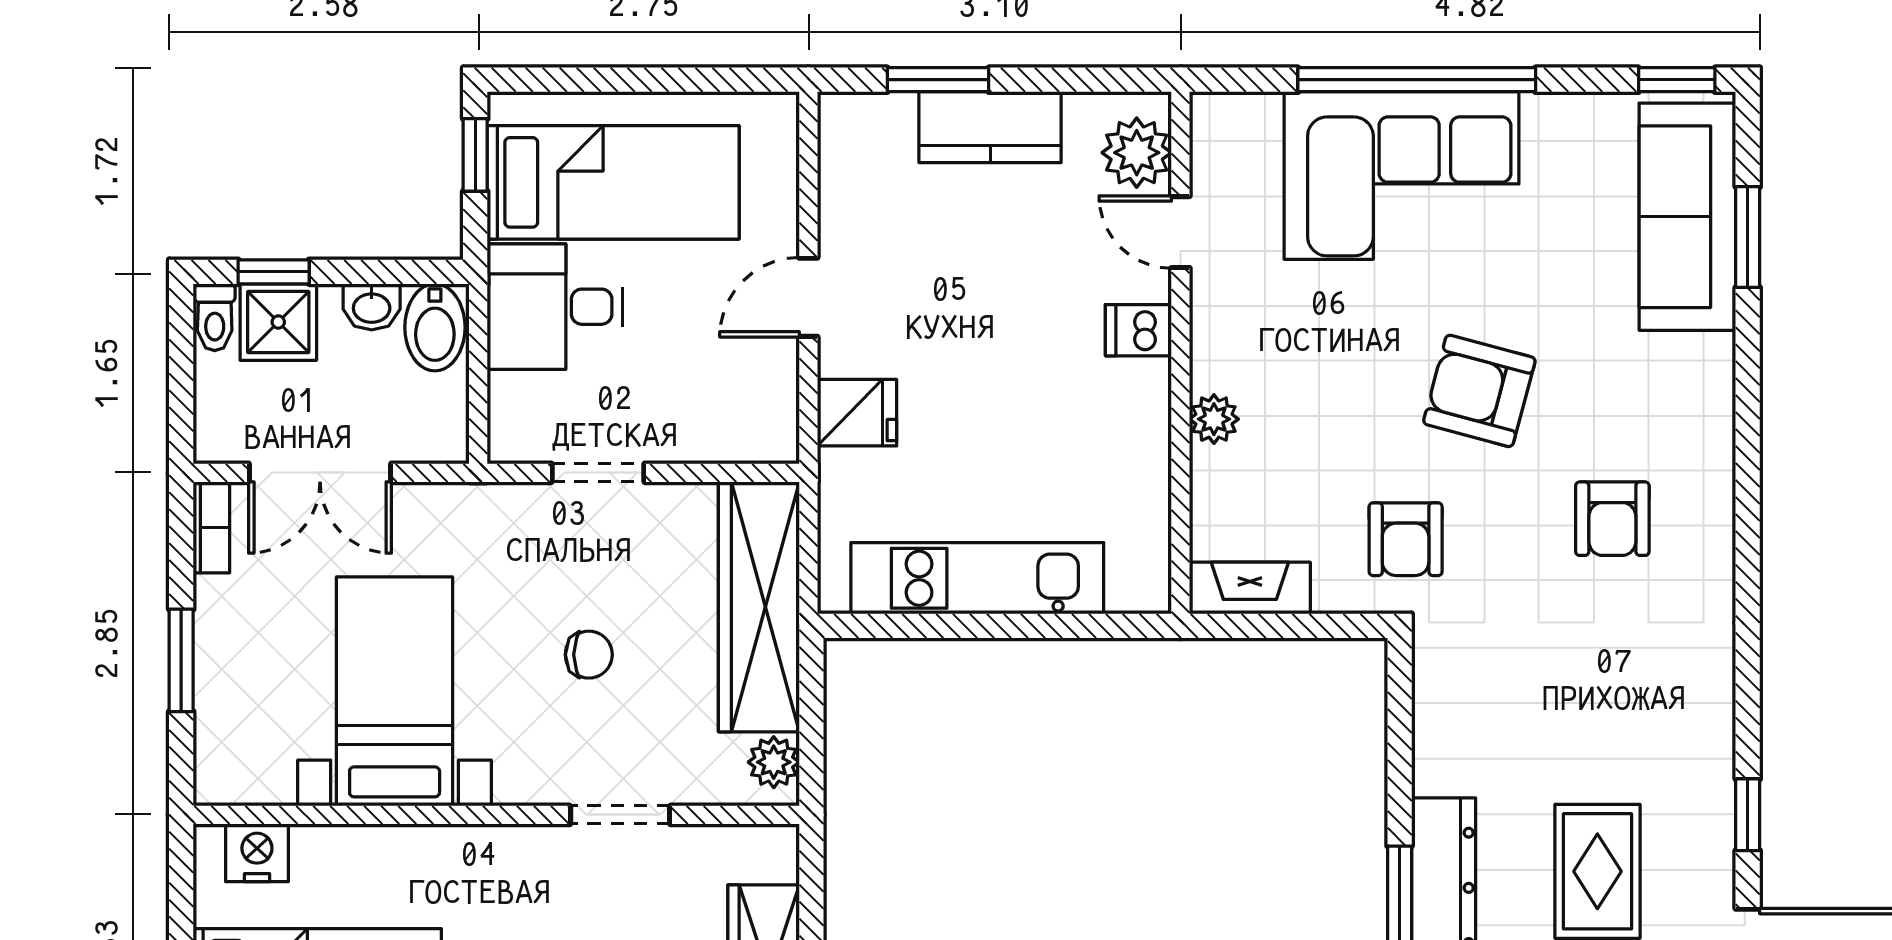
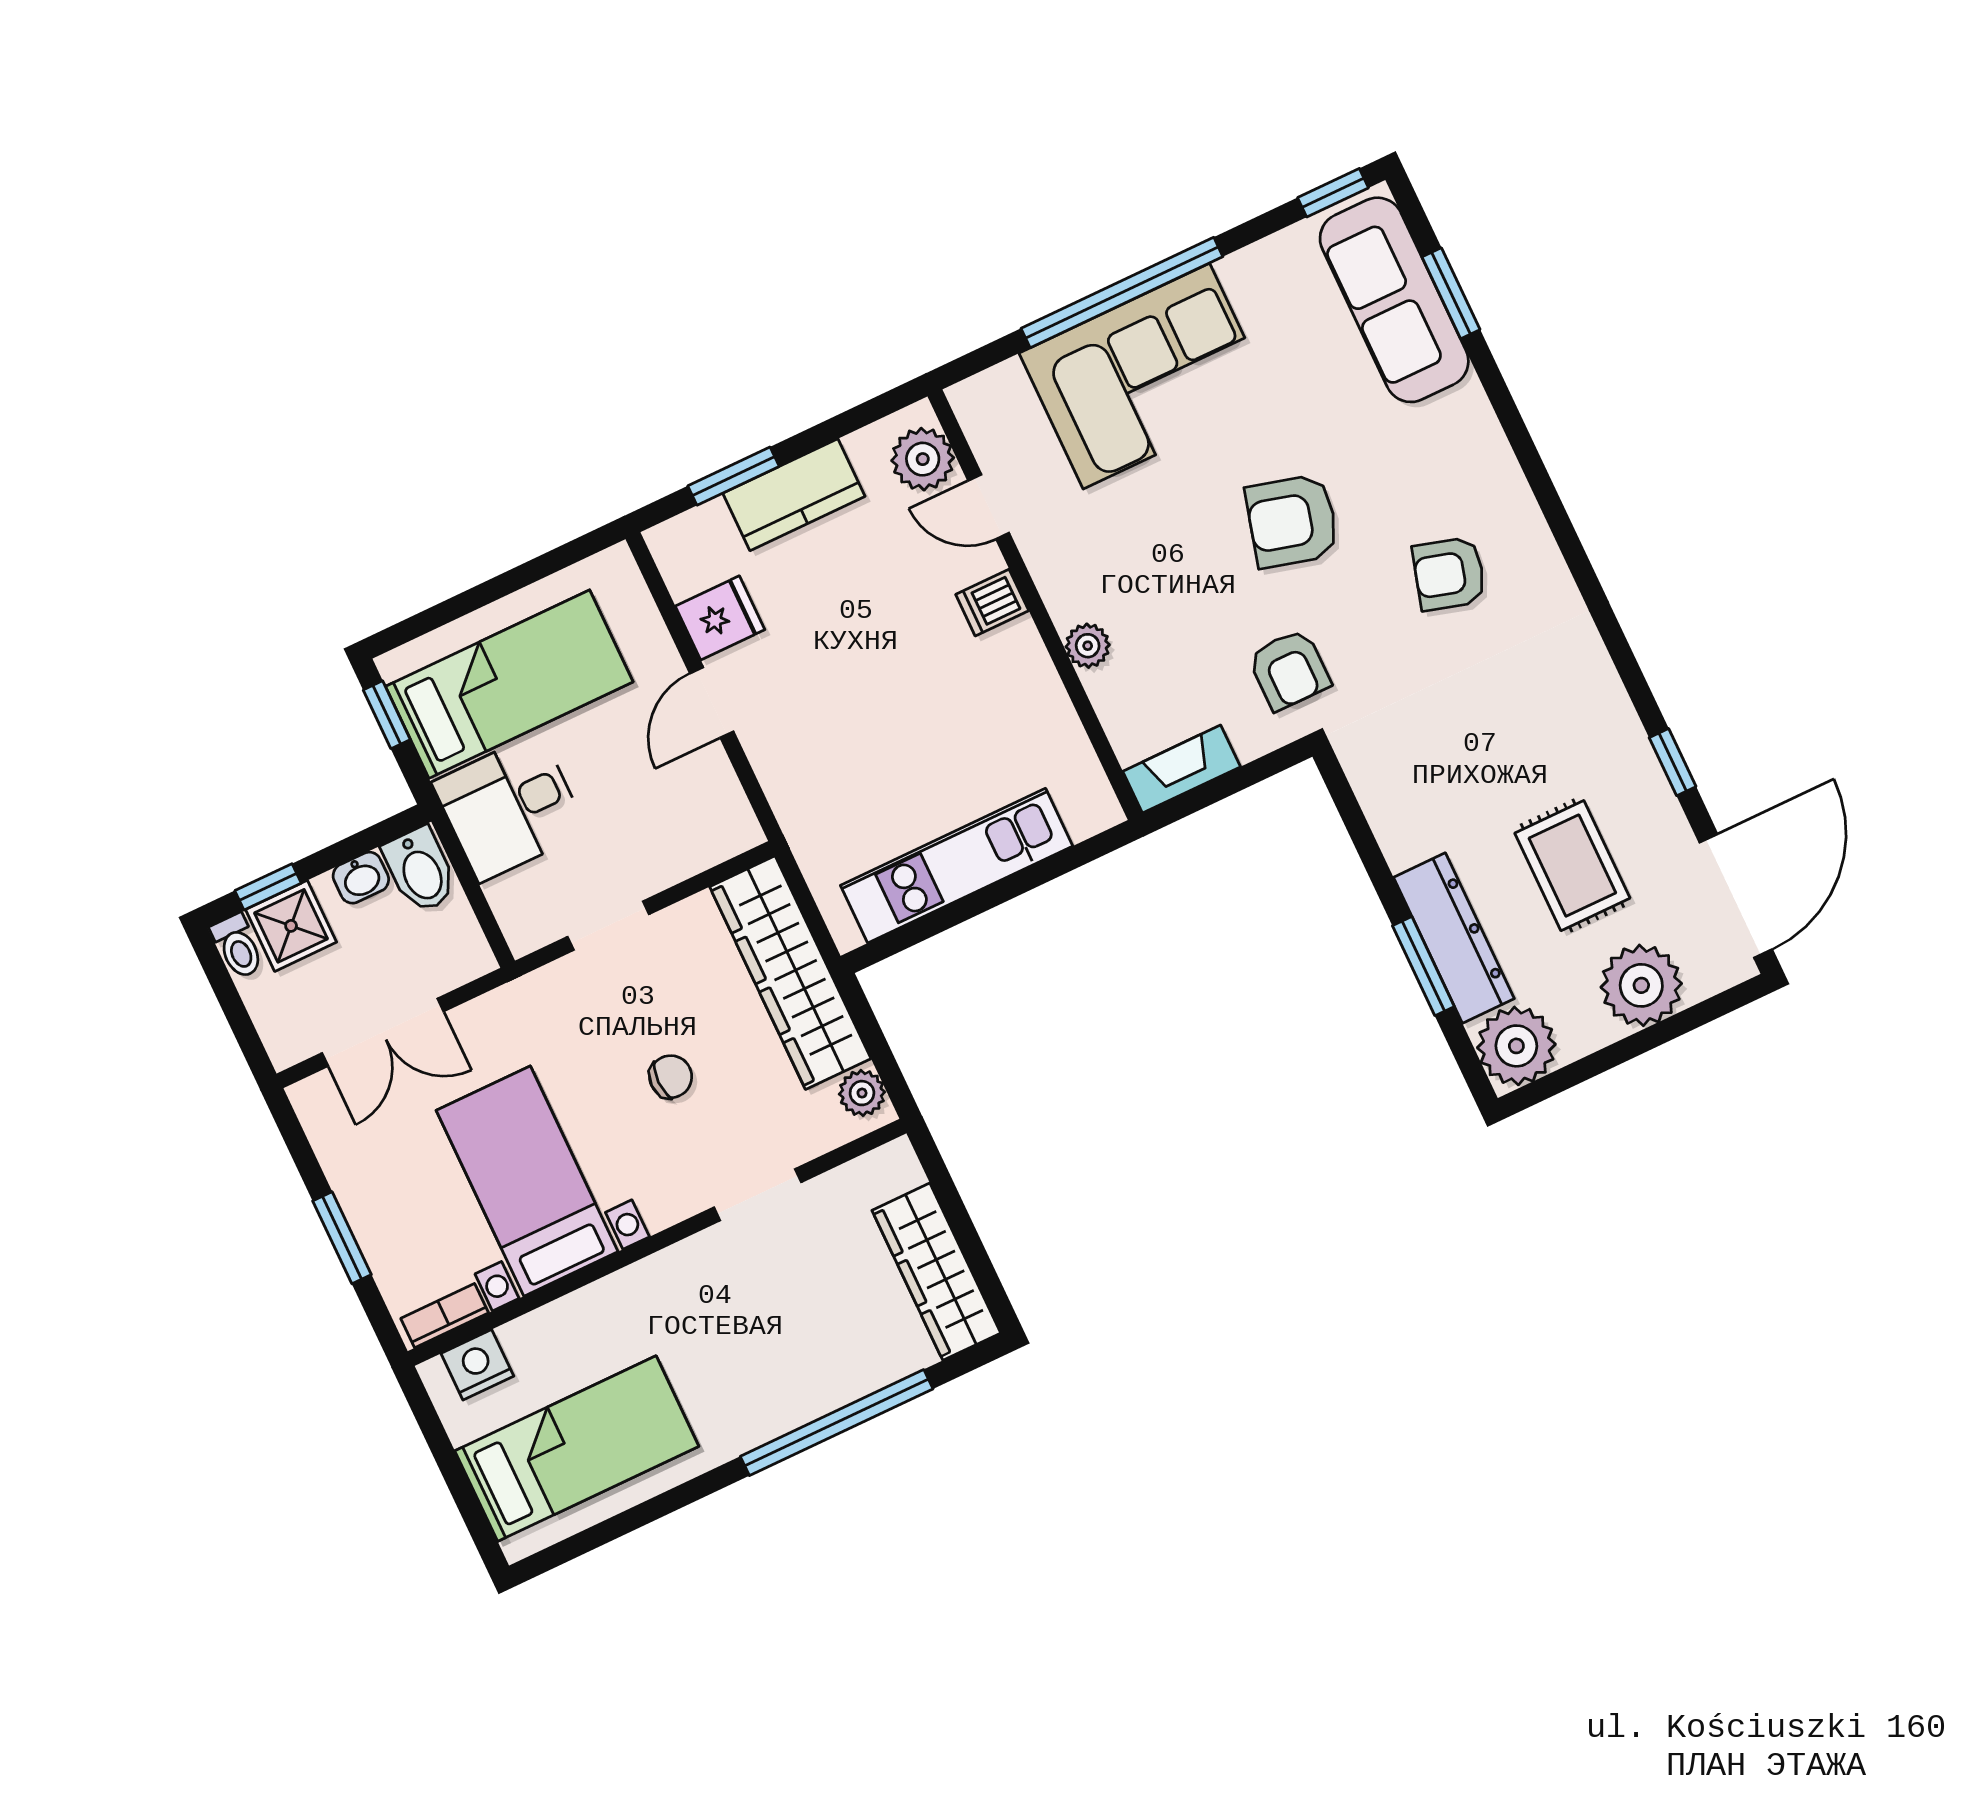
fridge: (857, 413) -> (720, 618), moved
armchair: (1612, 519) -> (1449, 574), turned 106
bookcase: (211, 527) -> (445, 1316), moved, turned -90

